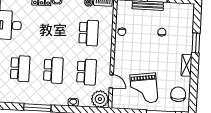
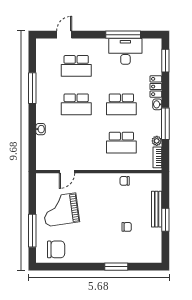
shelving: (187, 65) -> (90, 257), removed
school desk: (87, 72) -> (121, 104), moved
plant: (100, 99) -> (46, 160), removed

